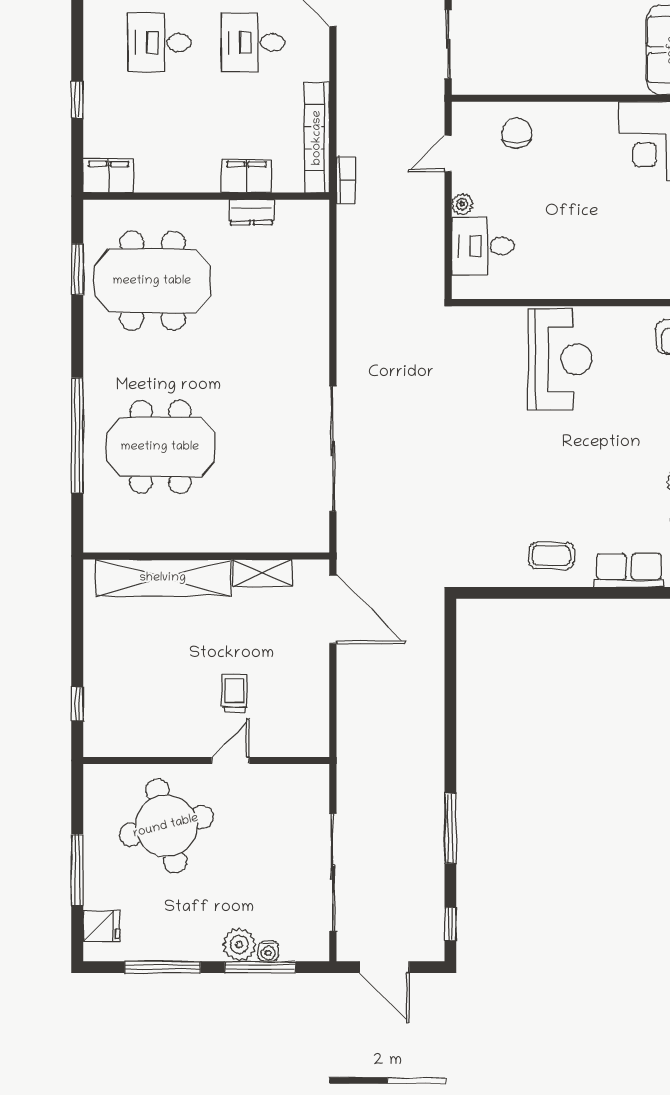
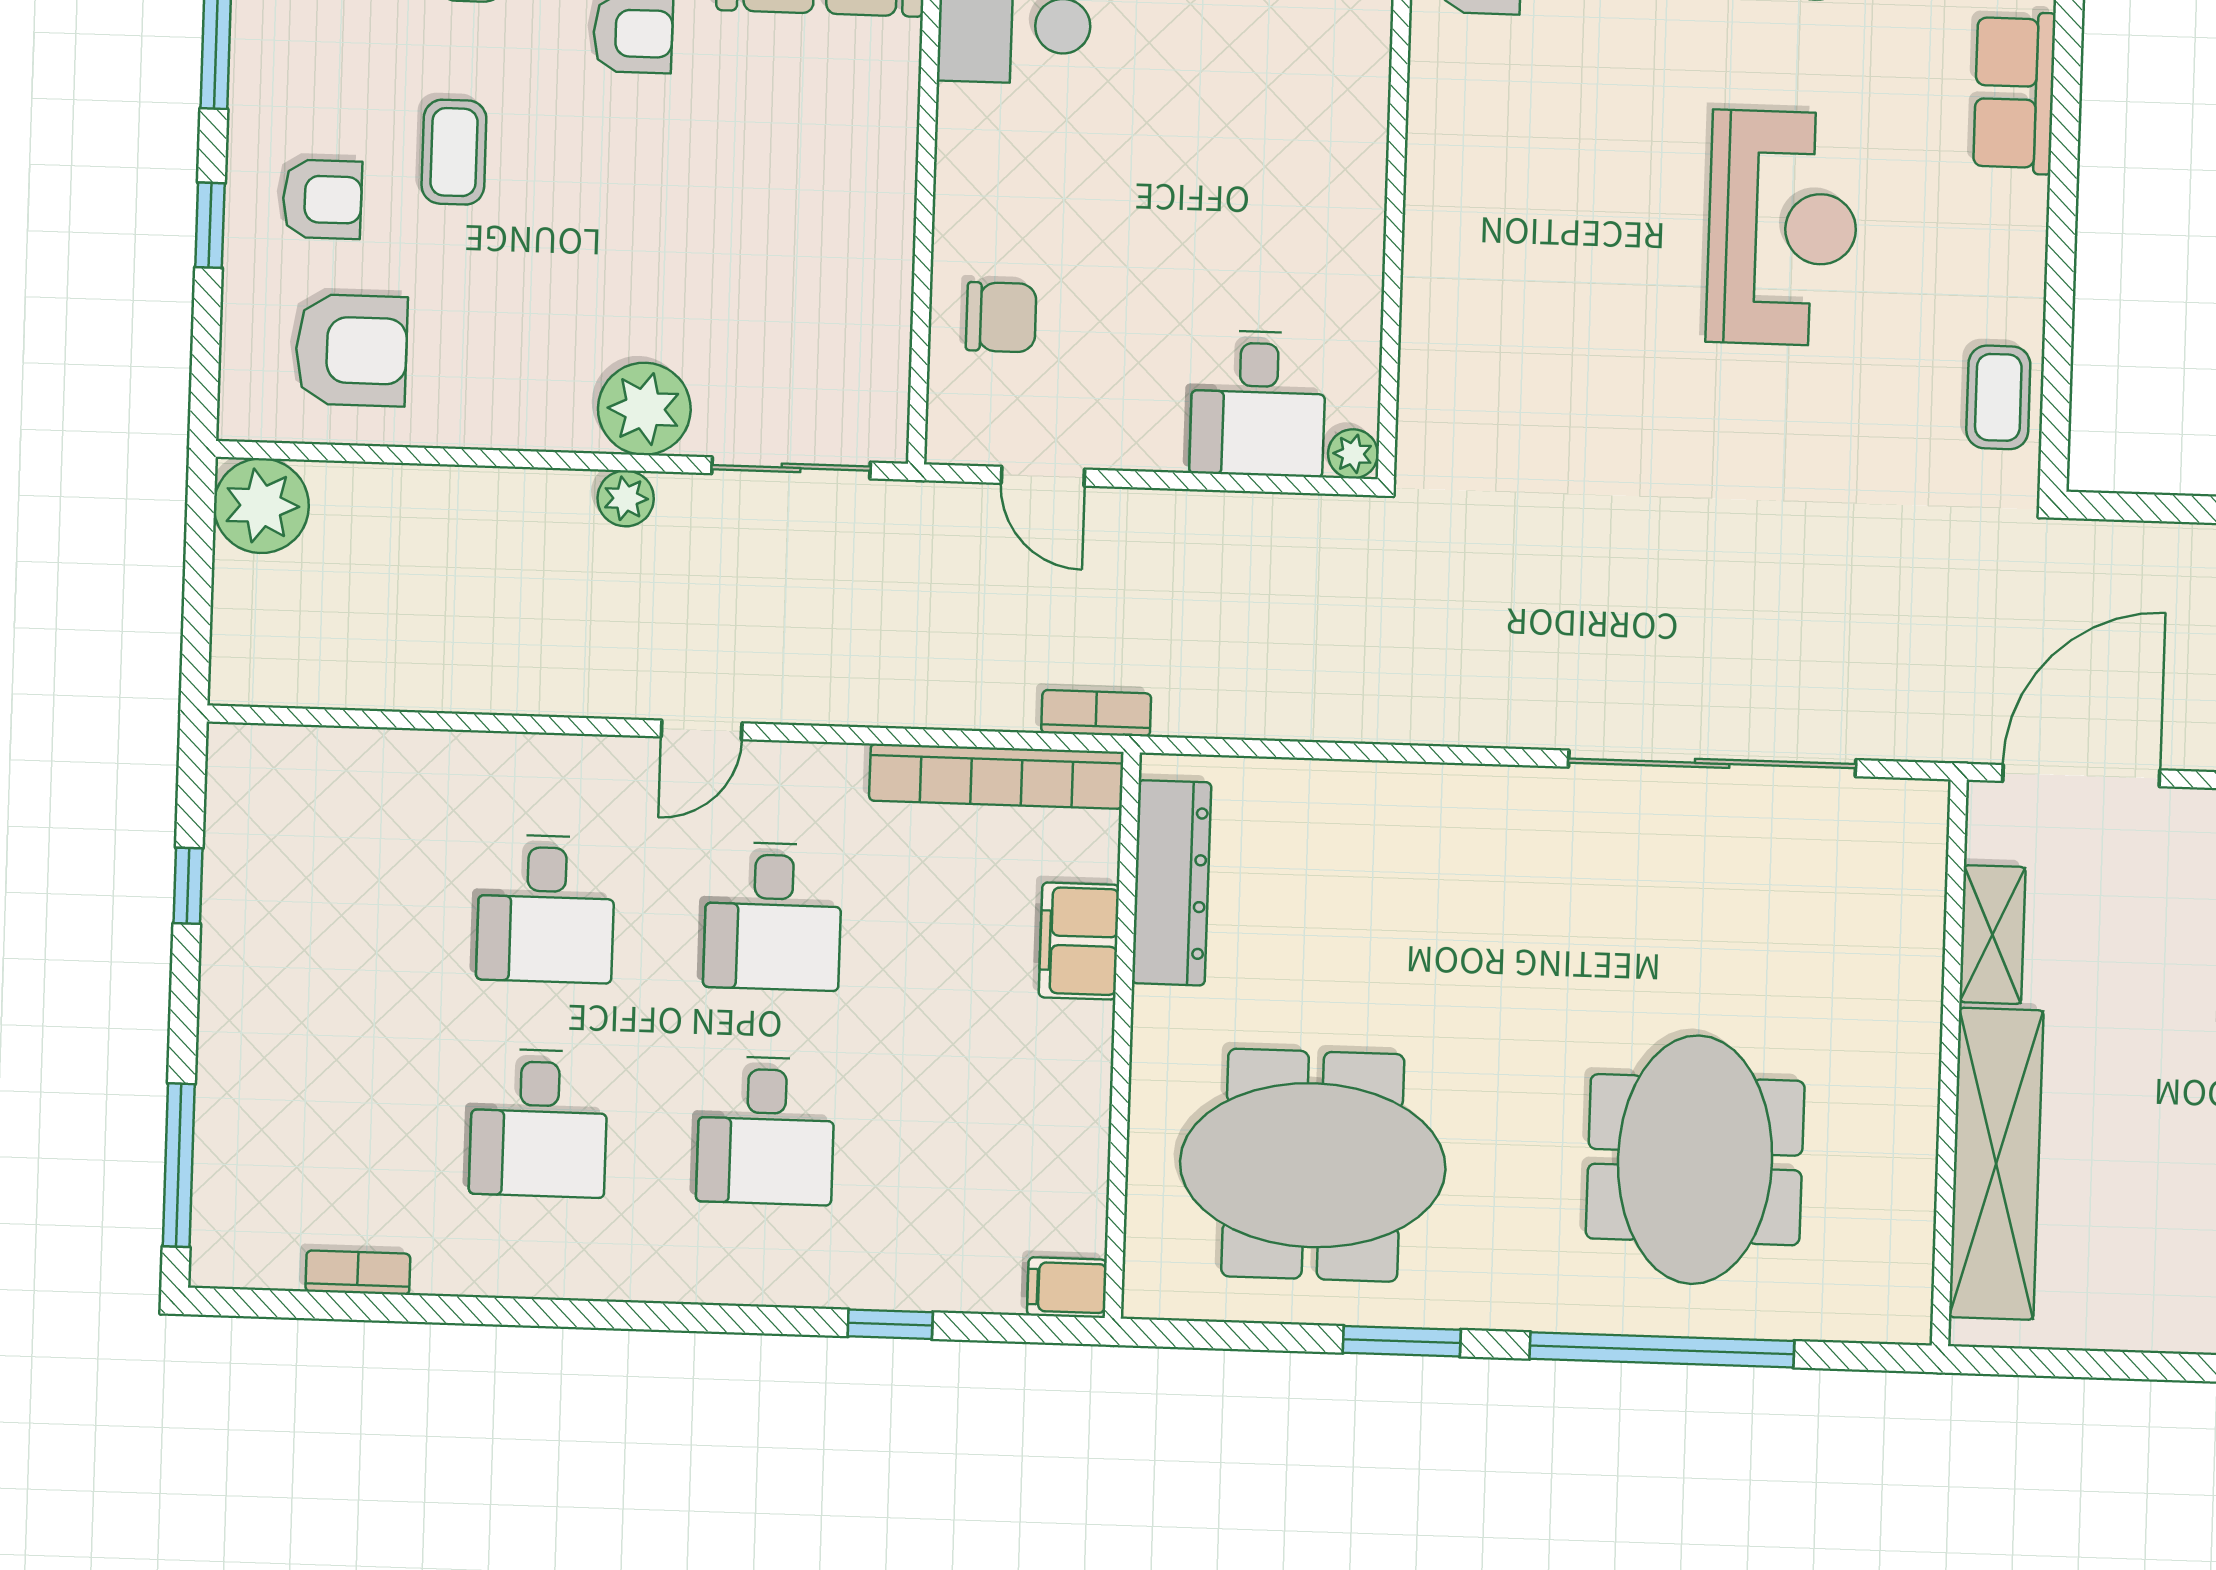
chair: (517, 133) -> (1001, 317), turned 180
filing cabinet: (108, 176) -> (1067, 1288), width x0.50
plant: (462, 204) -> (1353, 454), moved
dresser: (252, 212) -> (1172, 883), width x1.96, depth x1.24
window: (77, 269) -> (1402, 1341), moved
meeting table: (152, 281) -> (1313, 1165), turned 90
reception desk: (560, 359) -> (1783, 228), moved, turned 90
coffee table: (551, 556) -> (1998, 397), moved

